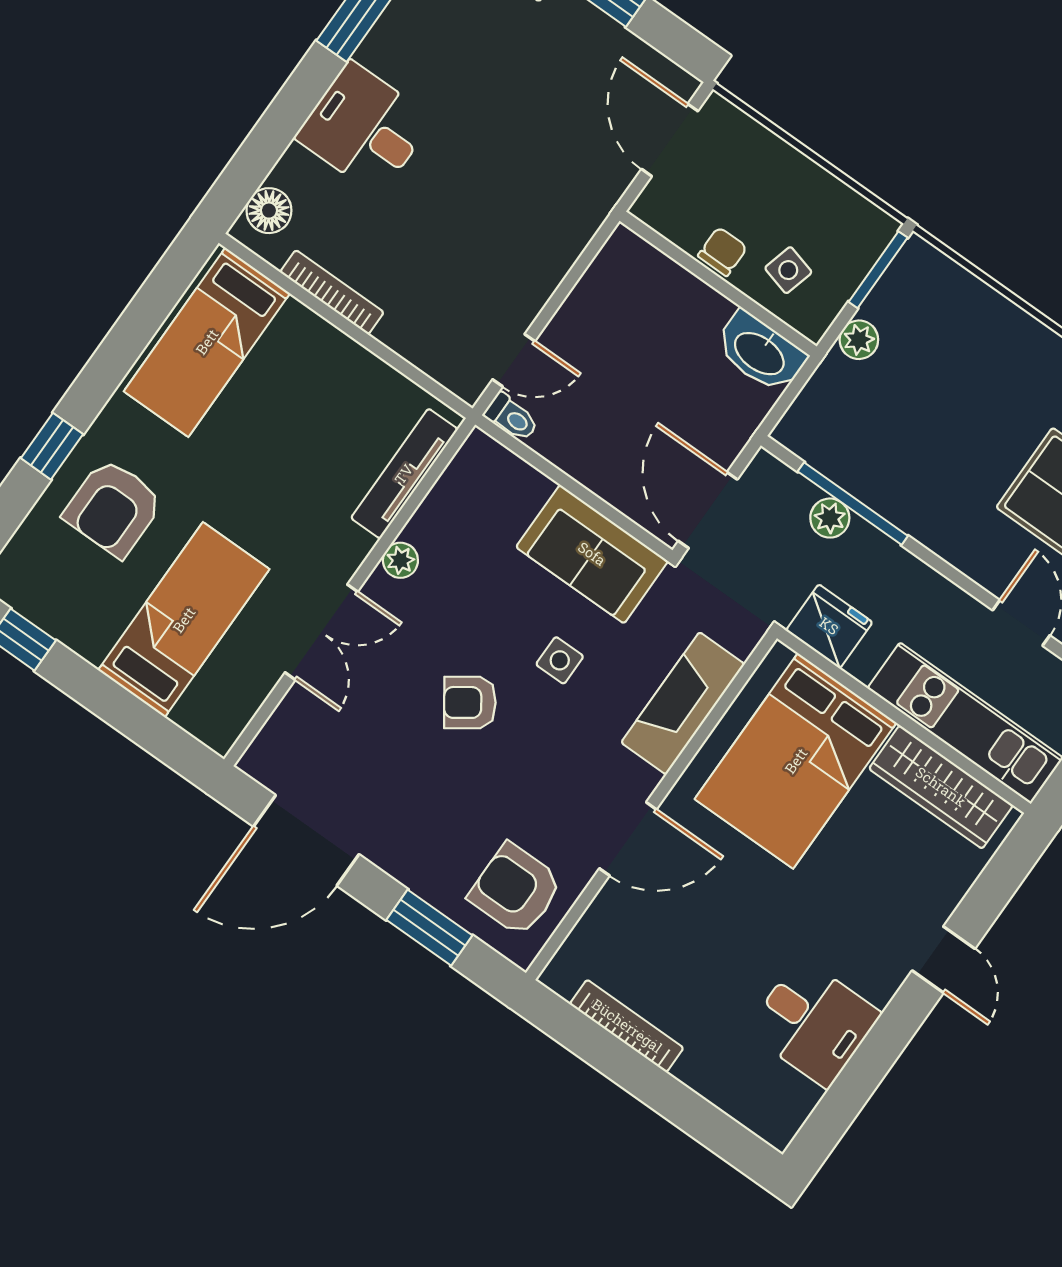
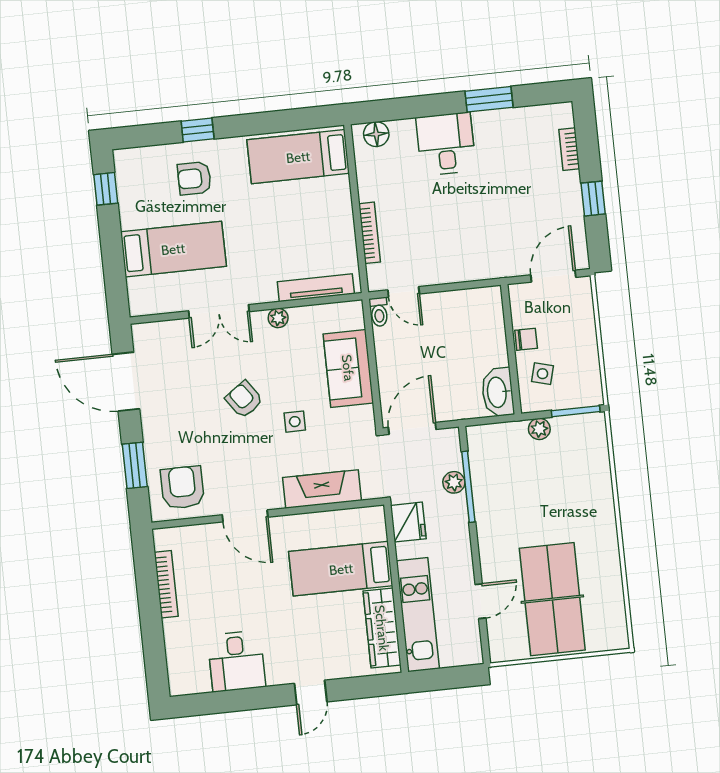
bookcase: (332, 292) -> (370, 233), moved
armchair: (113, 508) -> (194, 178), width x0.72, depth x0.72
sofa: (592, 554) -> (348, 368), moved
bed: (796, 761) -> (341, 569), width x0.67

